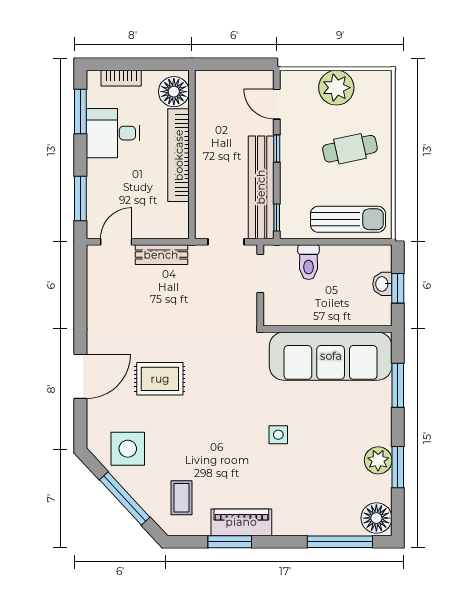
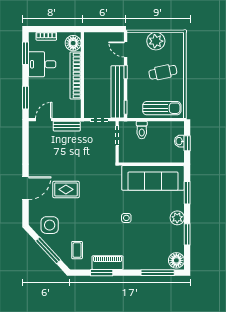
plant: (378, 460) -> (177, 218), moved

